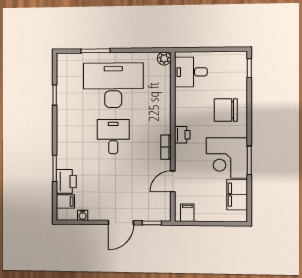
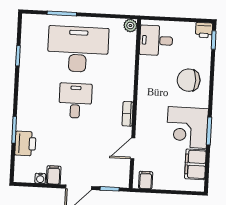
printer: (182, 135) -> (204, 30), moved, turned 90
filing cabinet: (65, 201) -> (54, 175), moved, turned -90

